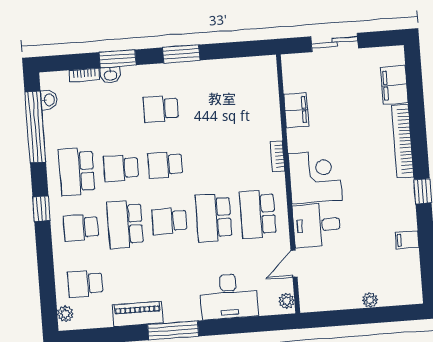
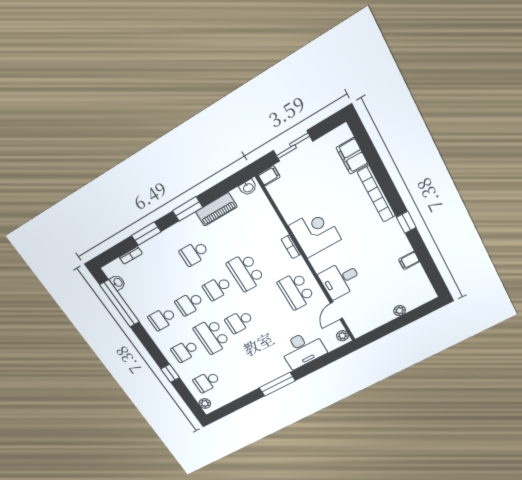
washbasin: (110, 75) -> (248, 188), moved
filing cabinet: (296, 110) -> (269, 176), moved, width x0.50
school desk: (77, 171) -> (162, 319), width x0.54
corner desk: (315, 177) -> (315, 233), moved
window: (41, 209) -> (170, 373), moved
school desk: (214, 218) -> (246, 272), moved
piano: (138, 314) -> (216, 209), moved, turned 180

